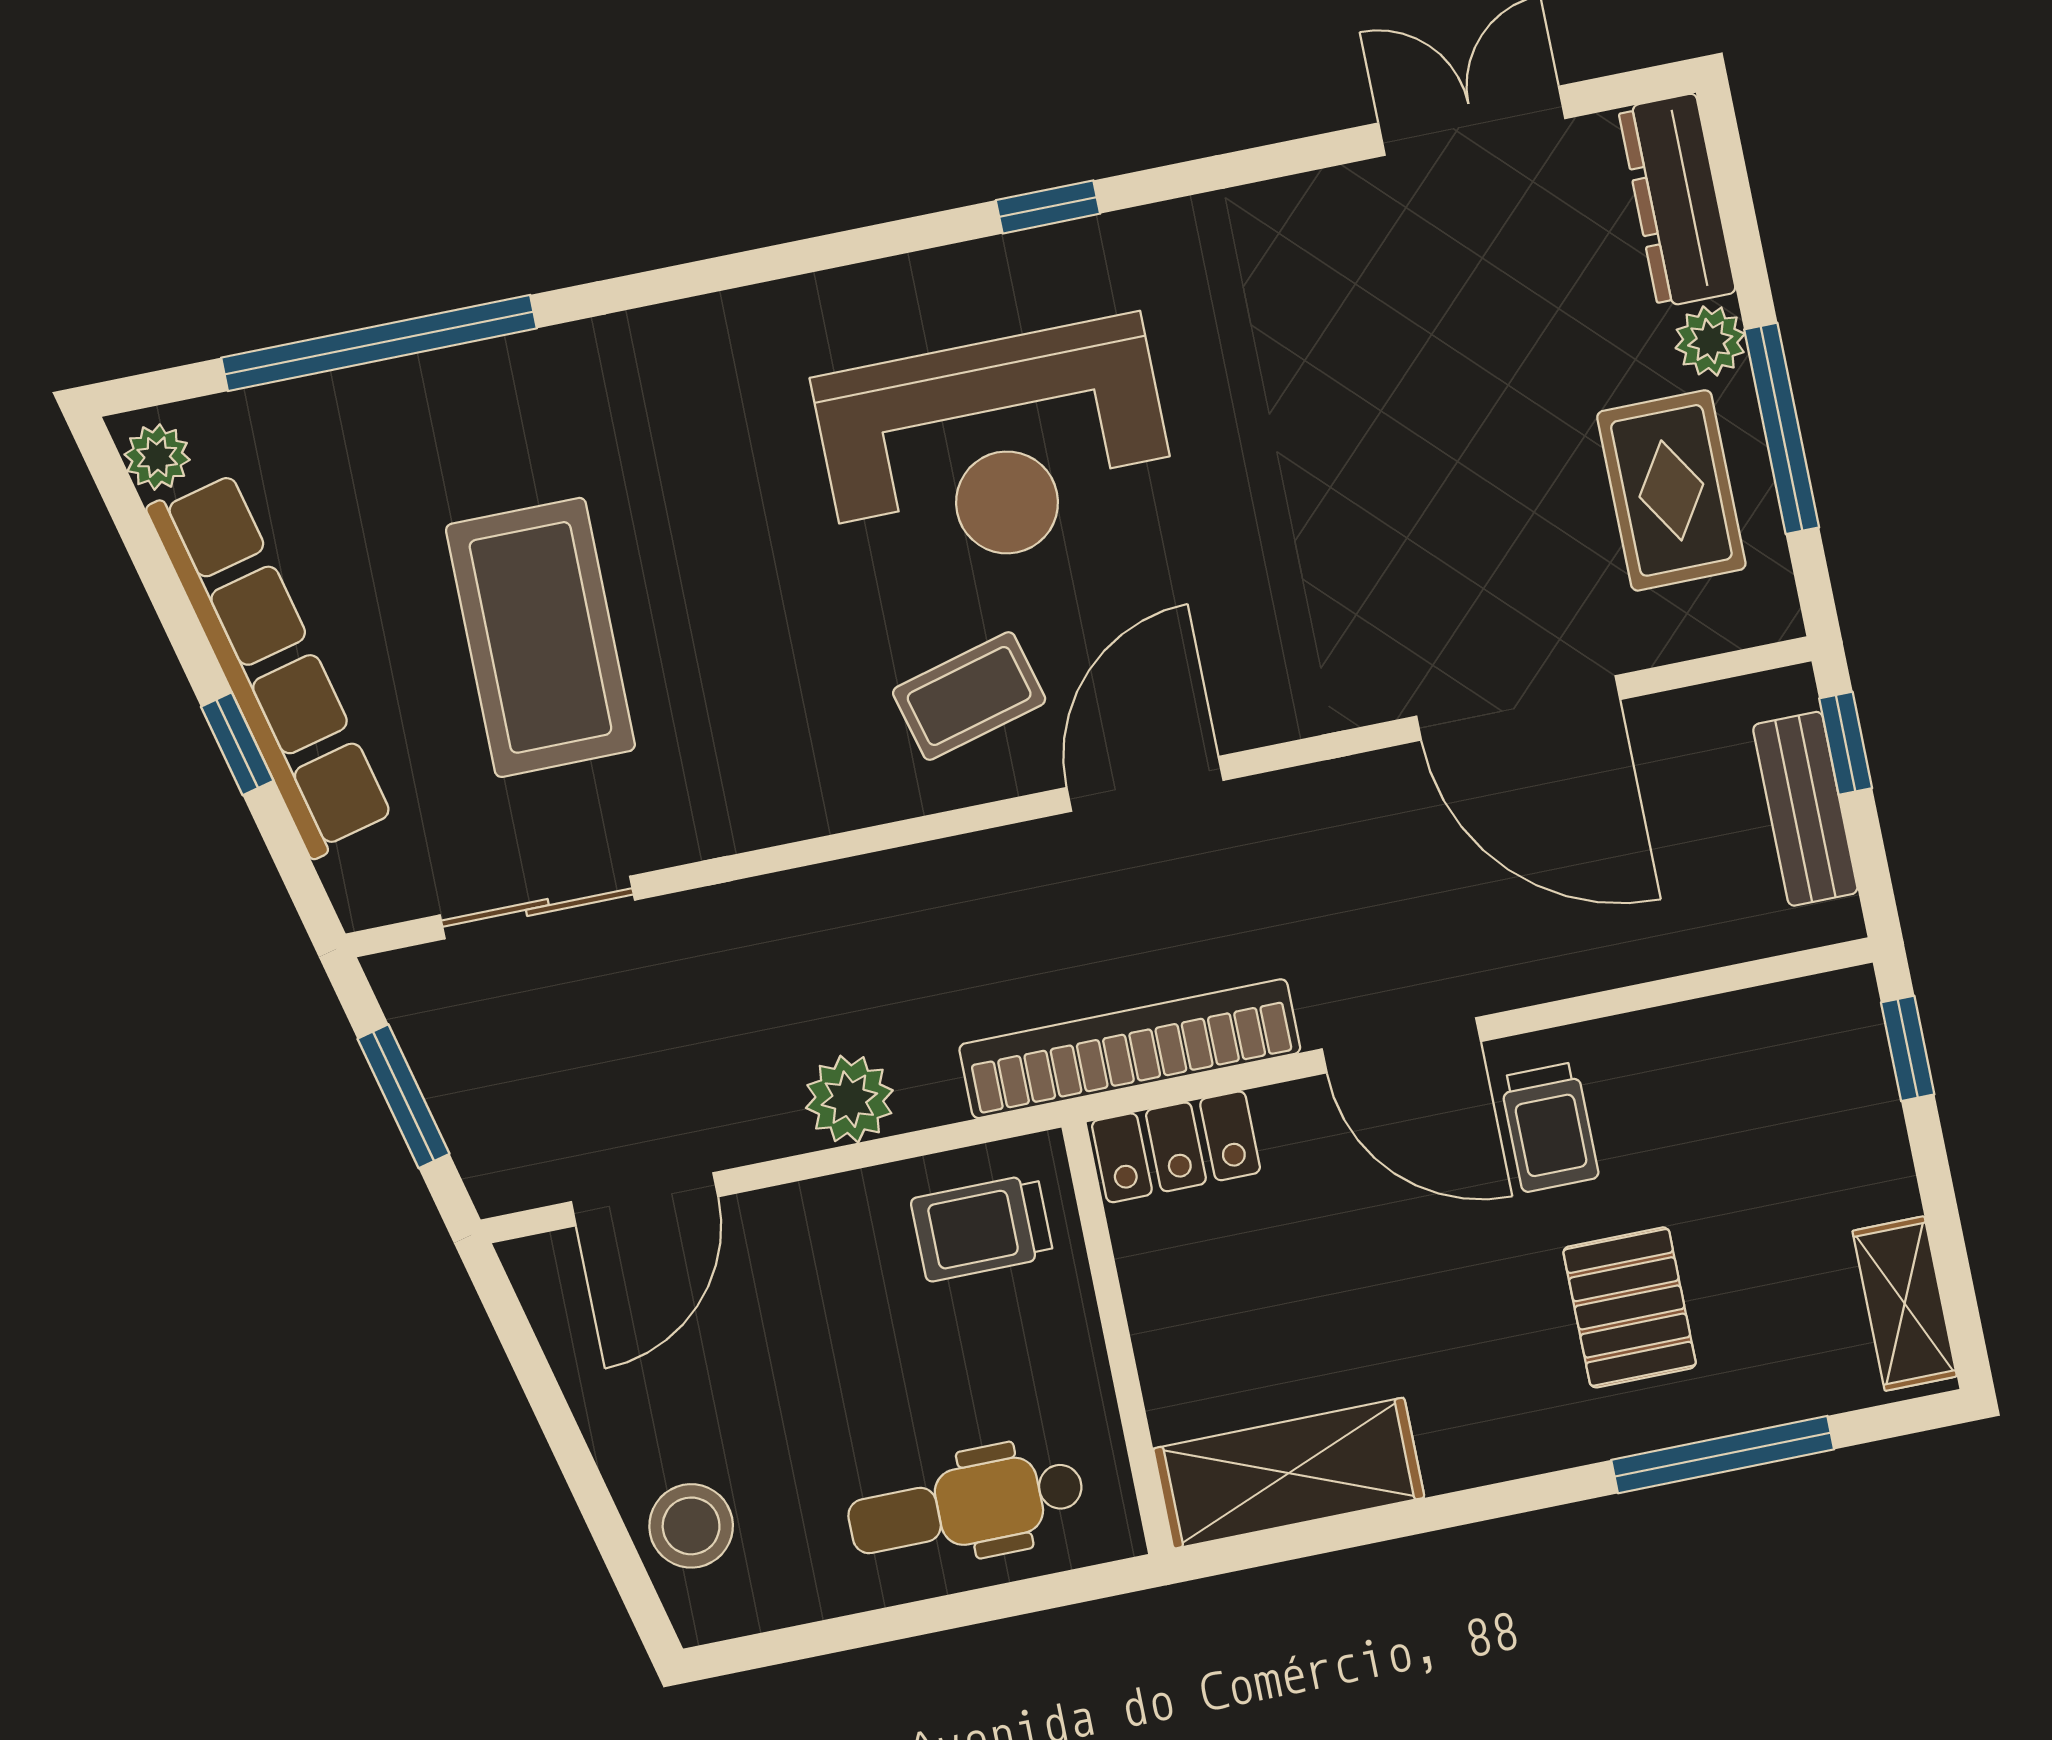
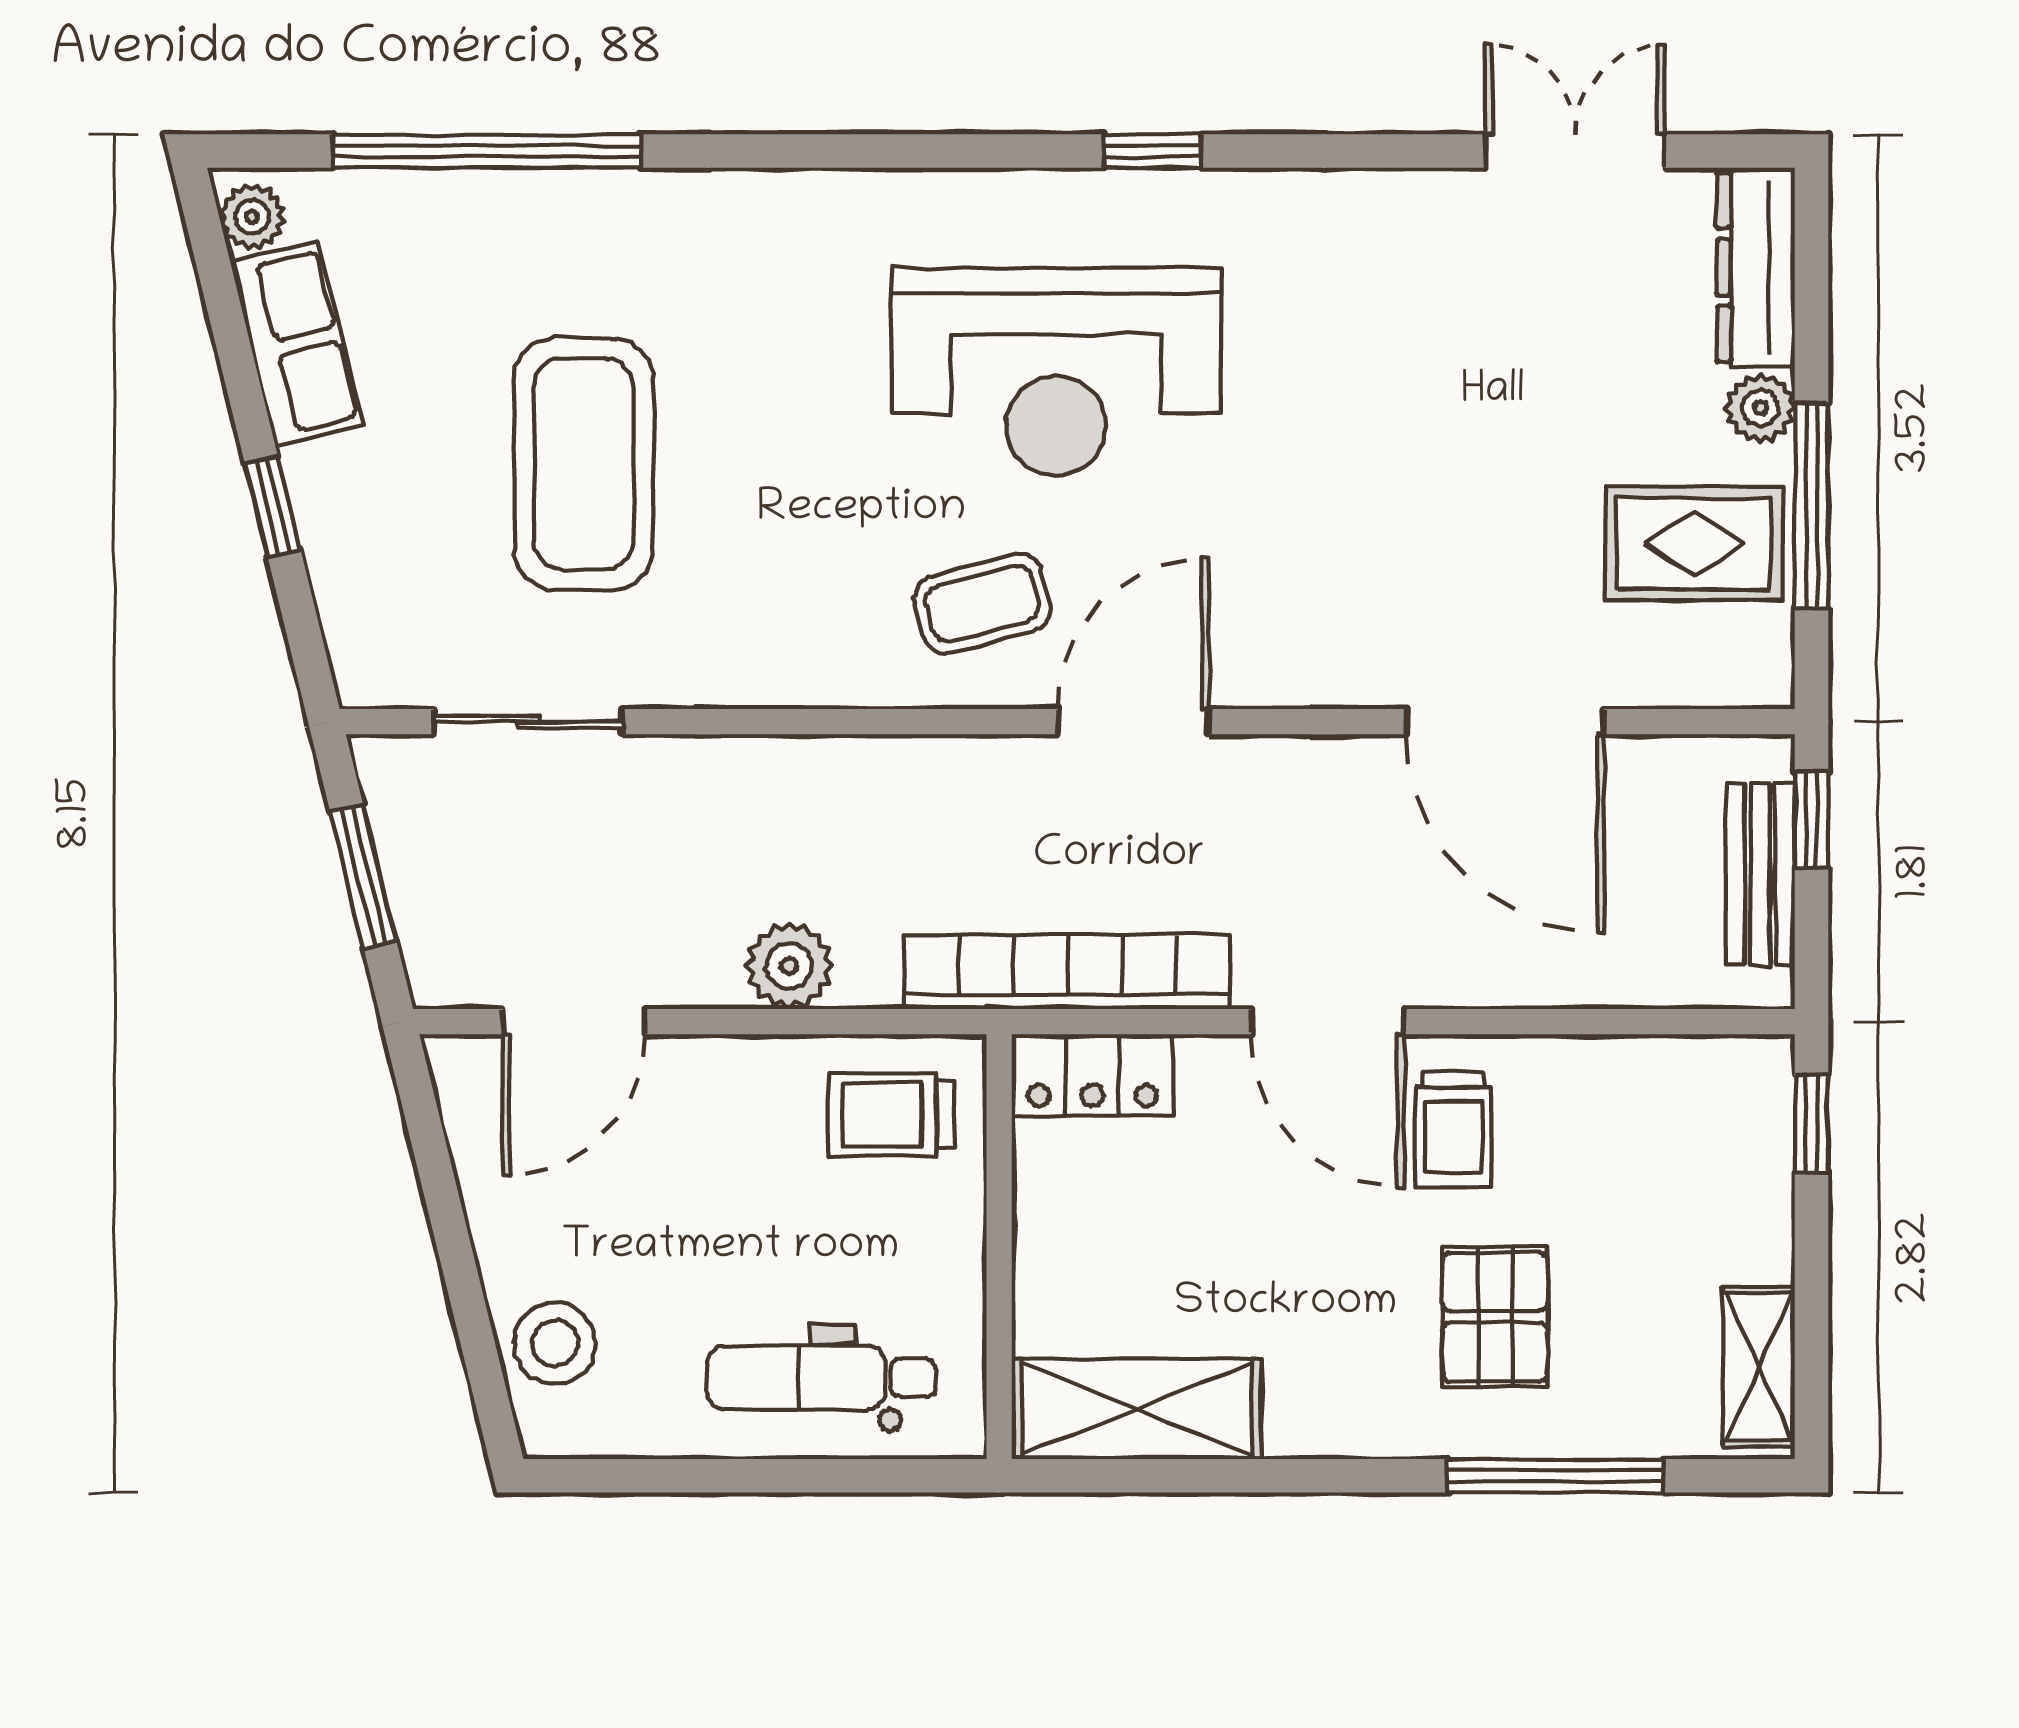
rug: (1671, 490) -> (1694, 544), turned 90
row of seats: (270, 664) -> (297, 343), width x0.50

